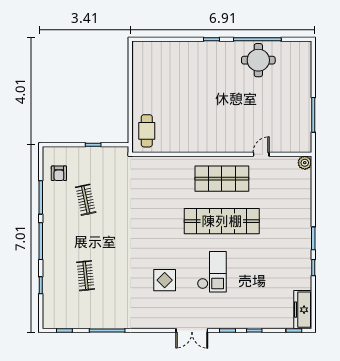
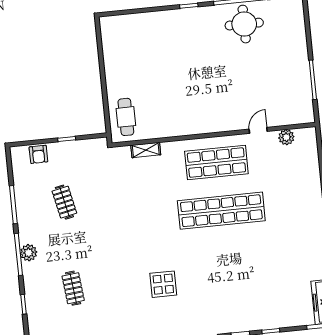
shelving: (161, 161) -> (146, 150), added
plant: (305, 163) -> (286, 137), moved
armchair: (59, 173) -> (38, 154), moved
plant: (50, 241) -> (29, 253), added
checkout: (212, 272) -> (216, 269), removed

